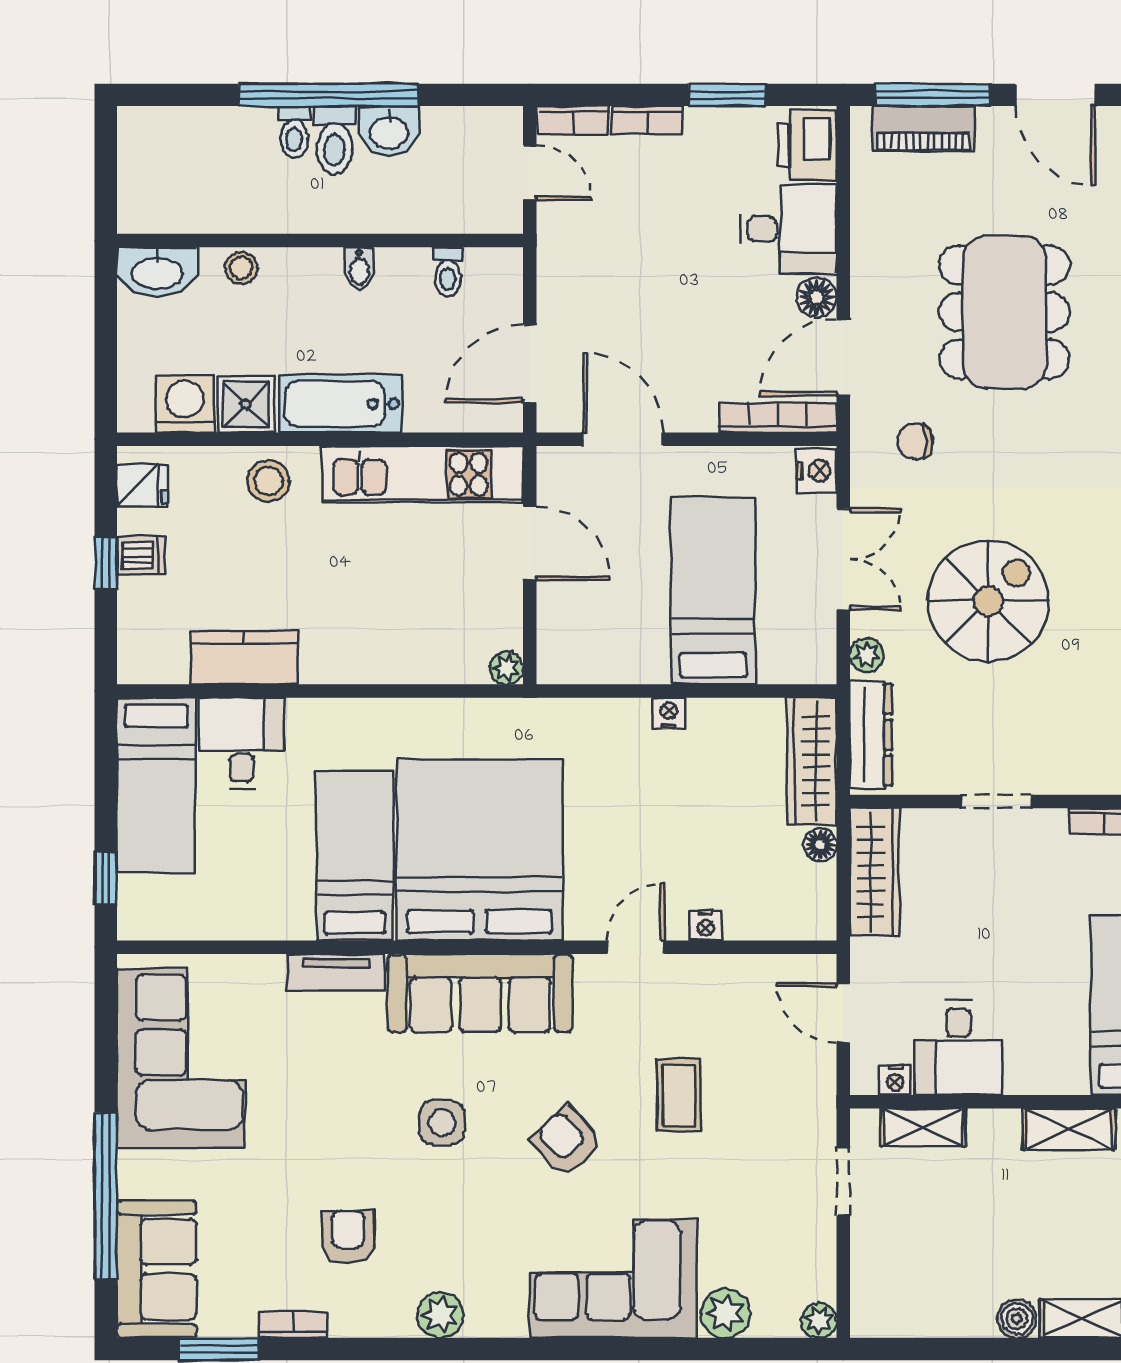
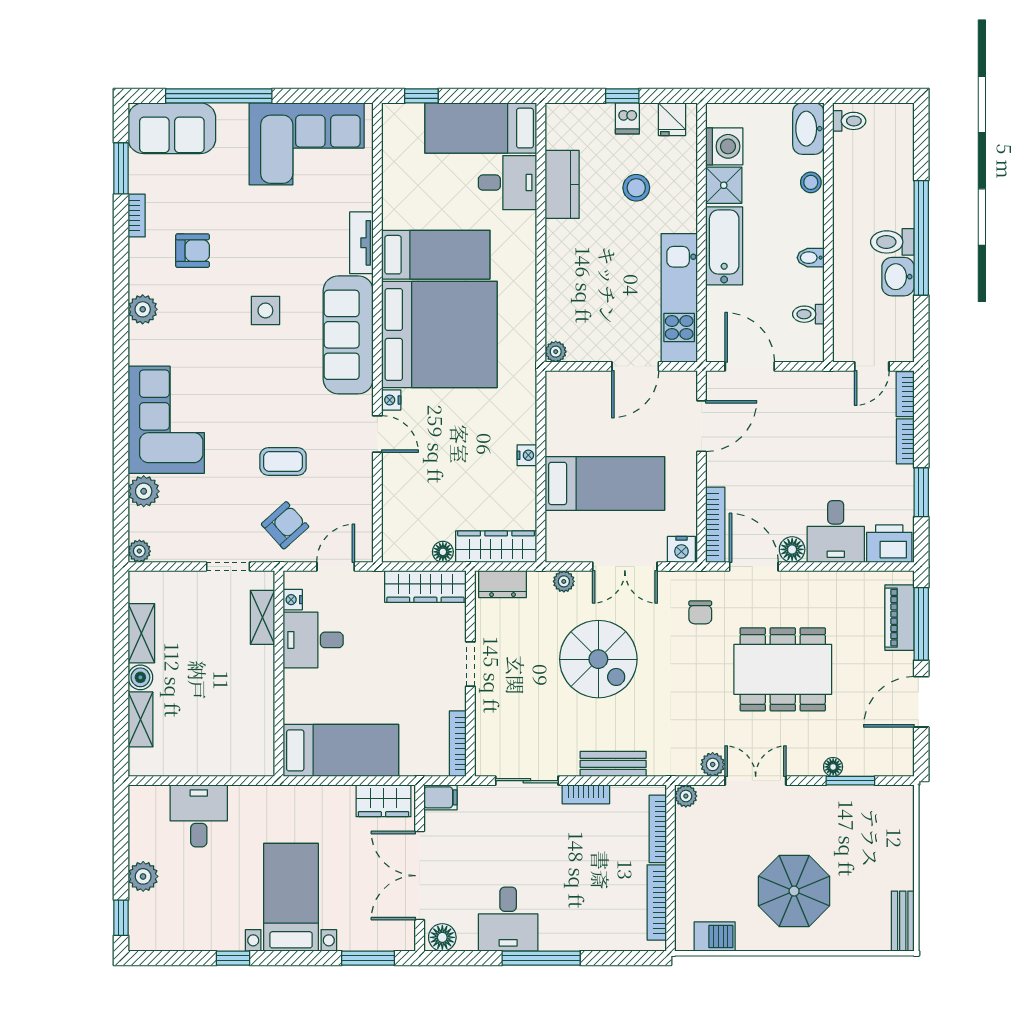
toilet: (294, 132) -> (849, 121), moved, turned 180
chair: (915, 441) -> (700, 612), turned 180
stool: (268, 481) -> (636, 188), moved
dresser: (871, 735) -> (503, 584), width x0.70
nightstand: (705, 926) -> (391, 400), moved
shelving: (1069, 1129) -> (141, 633), moved
armchair: (567, 1141) -> (285, 525), moved

